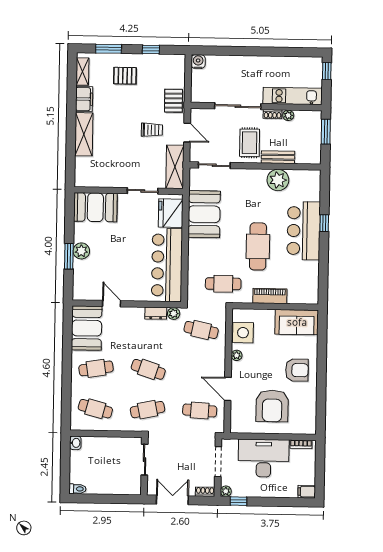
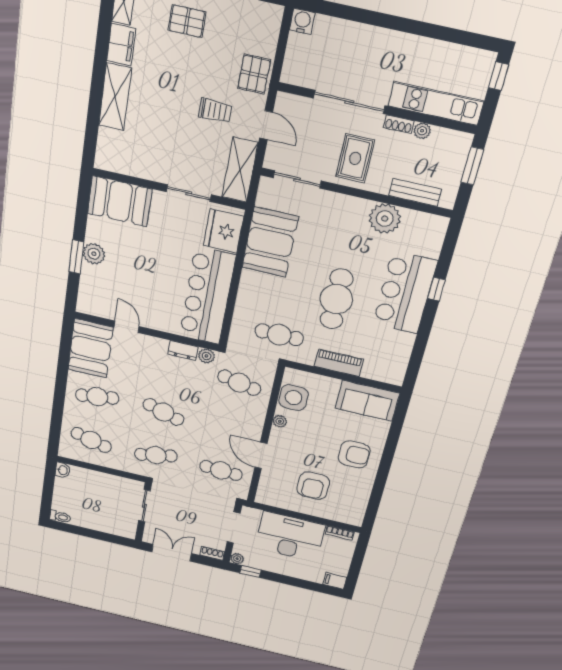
bench: (278, 157) -> (415, 192), moved
armchair: (272, 406) -> (313, 486), width x0.73, depth x0.73

